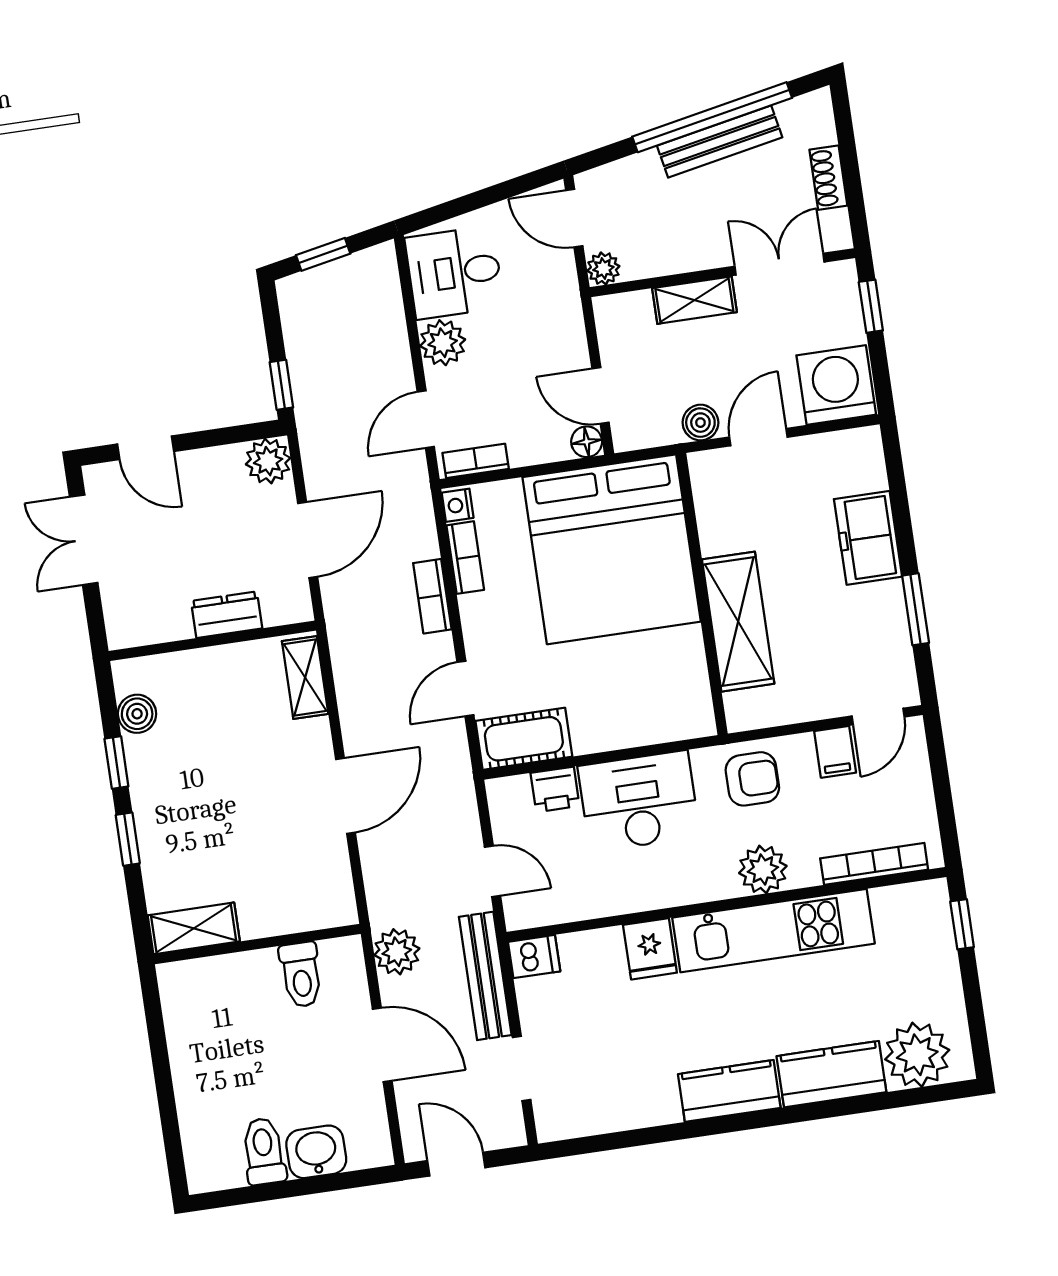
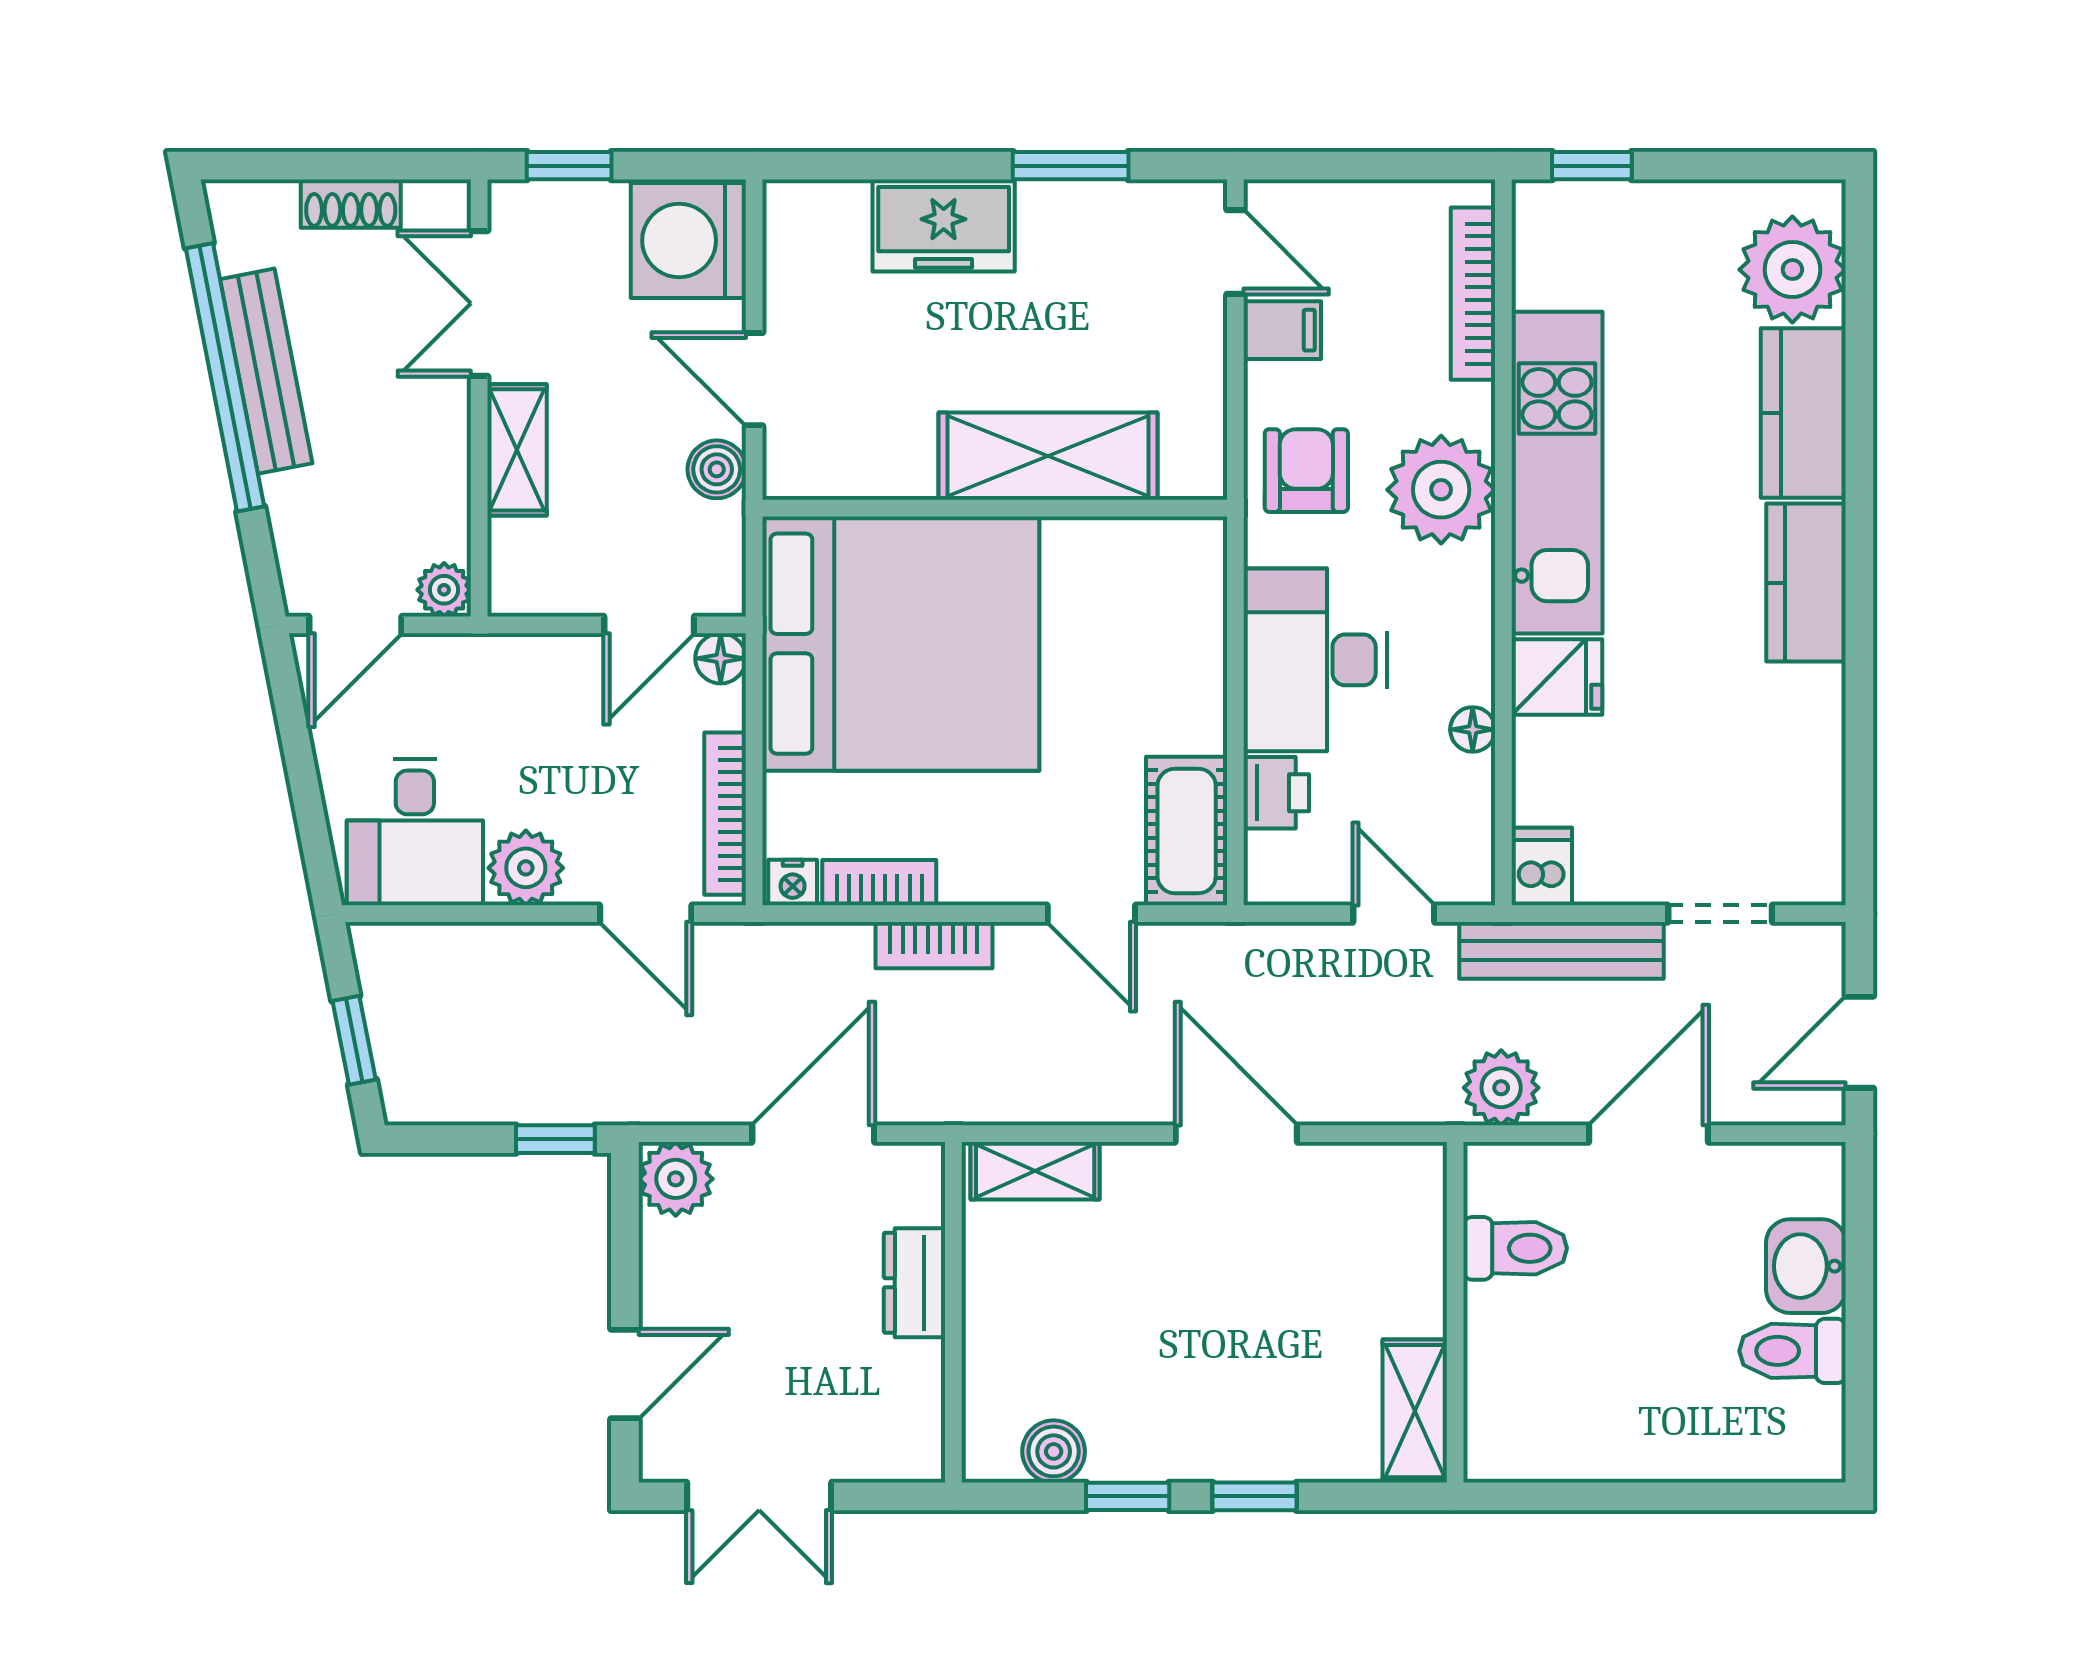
bookcase: (476, 461) -> (725, 814), width x1.56
door: (308, 540) -> (813, 1134), hinge flipped
plant: (763, 869) -> (1441, 490), width x1.36, depth x1.36
door: (492, 871) -> (1394, 914), hinge flipped
floor lamp: (611, 903) -> (1473, 729), added

